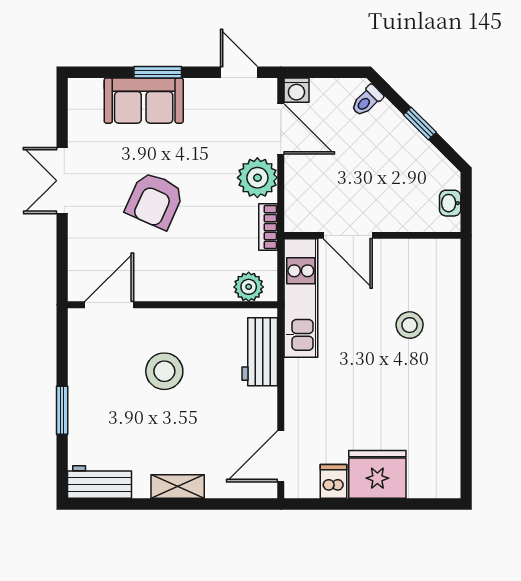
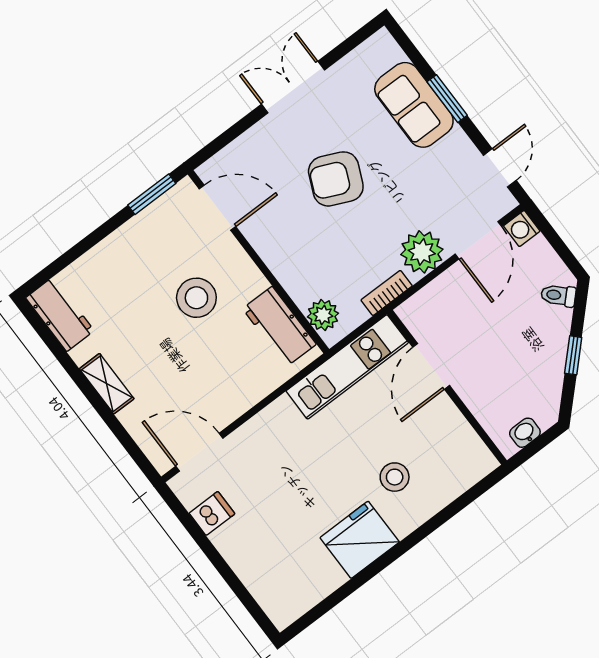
workbench: (260, 352) -> (279, 326), moved, turned -90
window: (62, 410) -> (152, 194), moved
fridge: (377, 474) -> (360, 540), moved, turned -90

